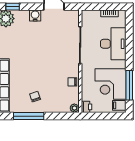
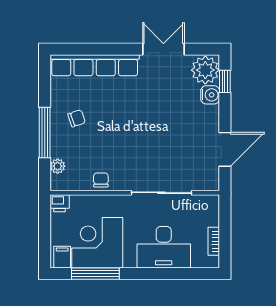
water cooler: (35, 16) -> (210, 95), moved
plant: (74, 108) -> (58, 166), moved
window: (29, 116) -> (45, 133), moved

